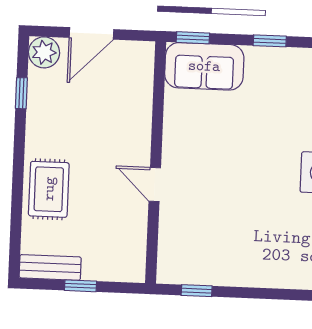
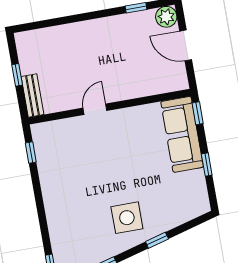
sofa: (204, 66) -> (182, 134), width x1.36
rug: (49, 189) -> (76, 40), removed
bench: (50, 267) -> (32, 95), moved

